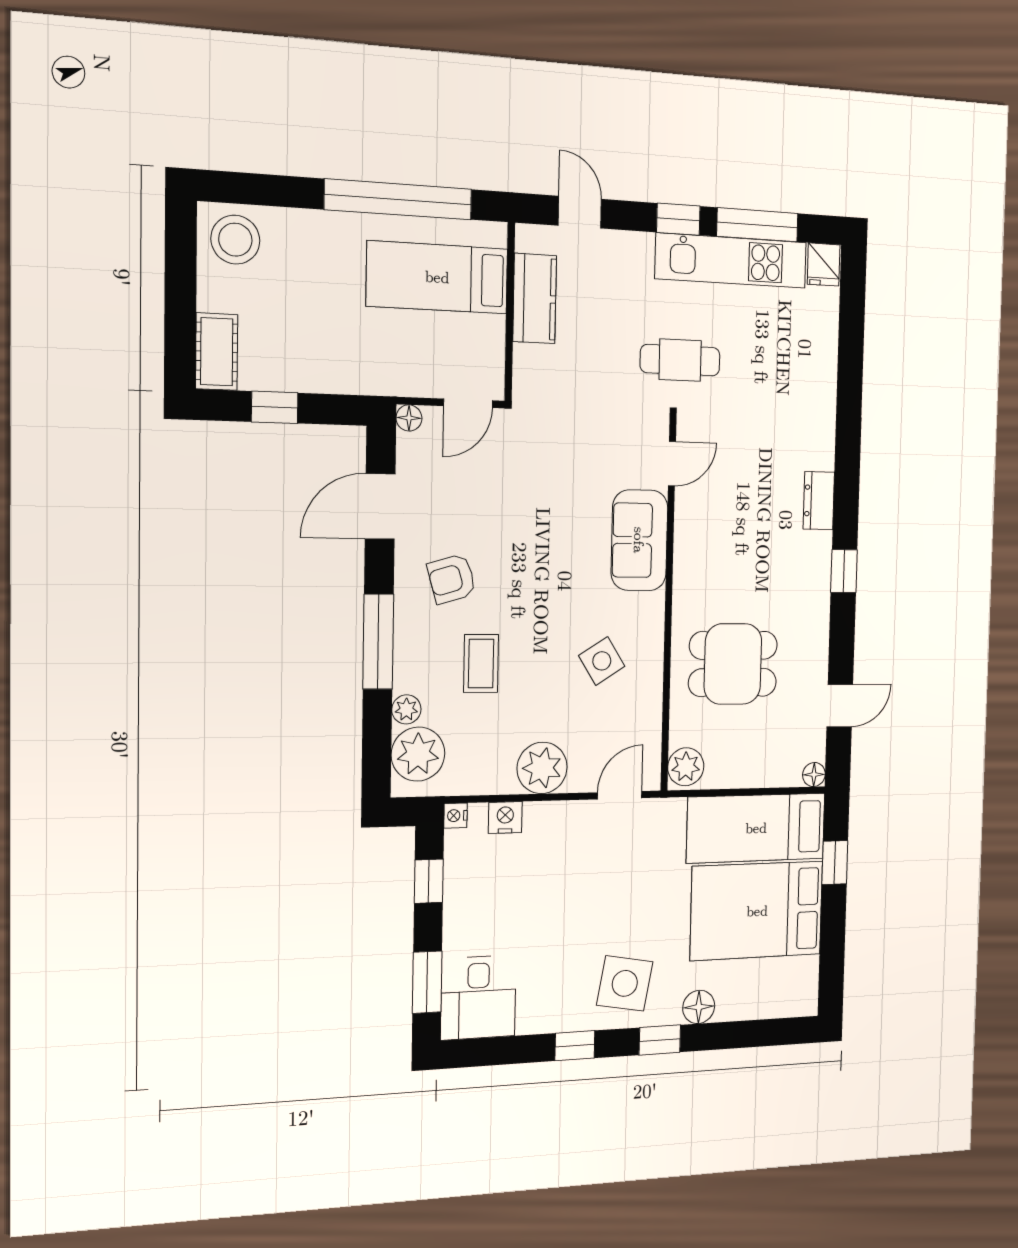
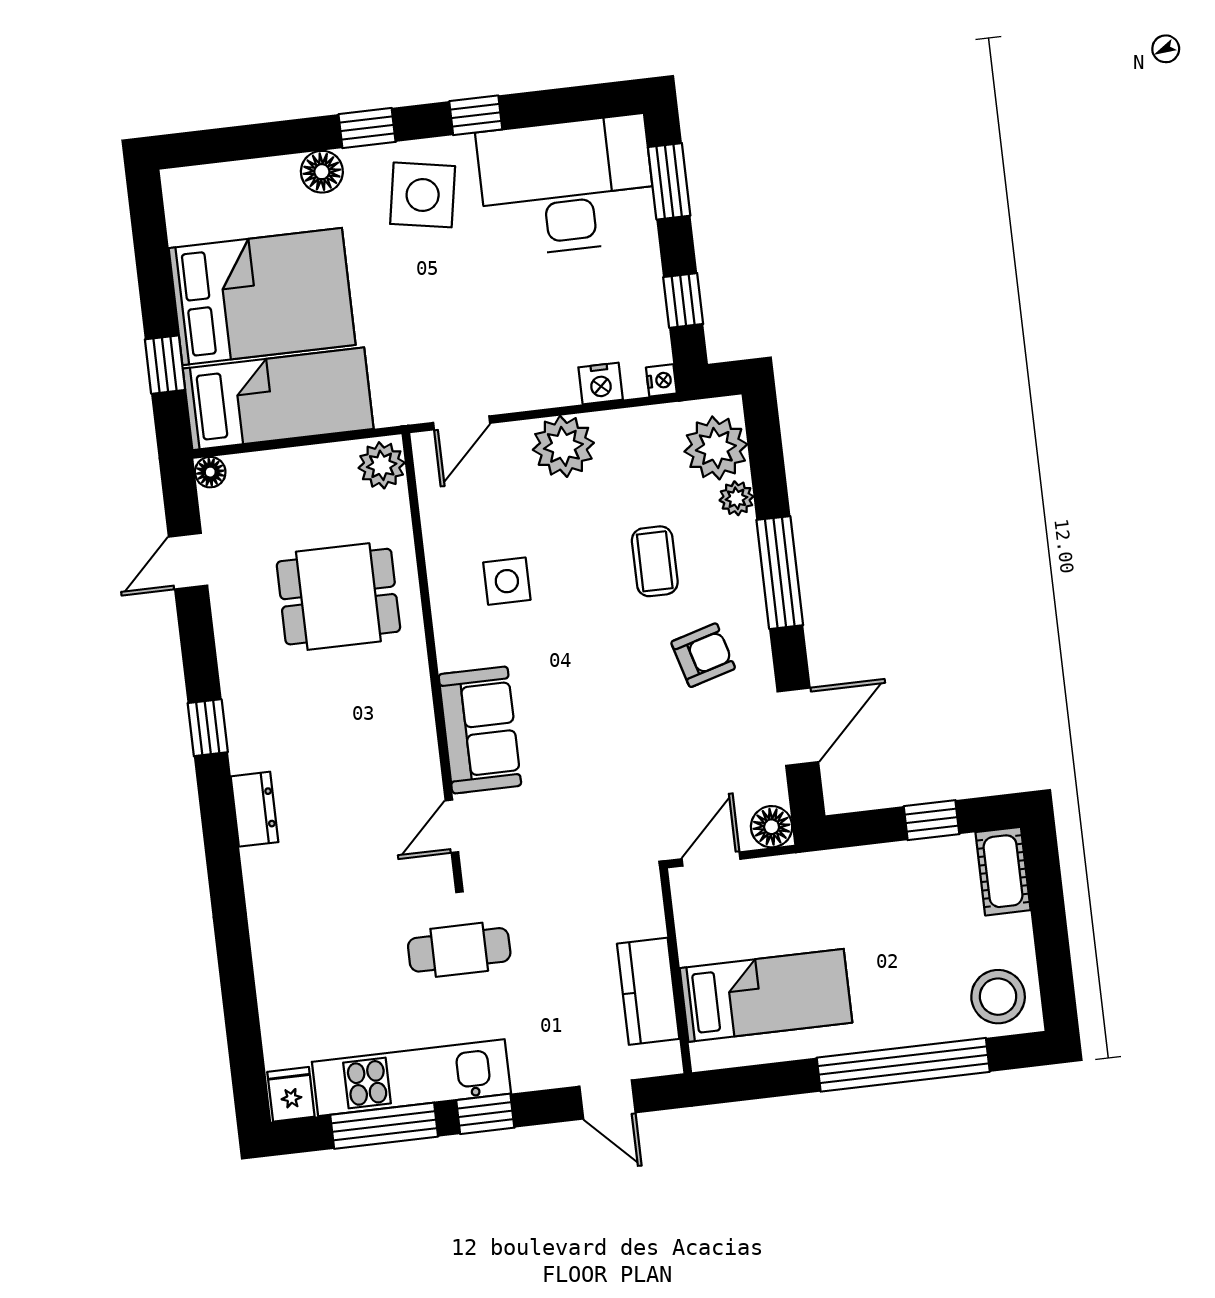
window: (398, 199) -> (903, 1065), moved
floor lamp: (409, 418) -> (772, 827), width x1.37, depth x1.37
side table: (602, 661) -> (507, 581), turned 32
desk: (478, 998) -> (567, 186), width x1.87, depth x1.30

